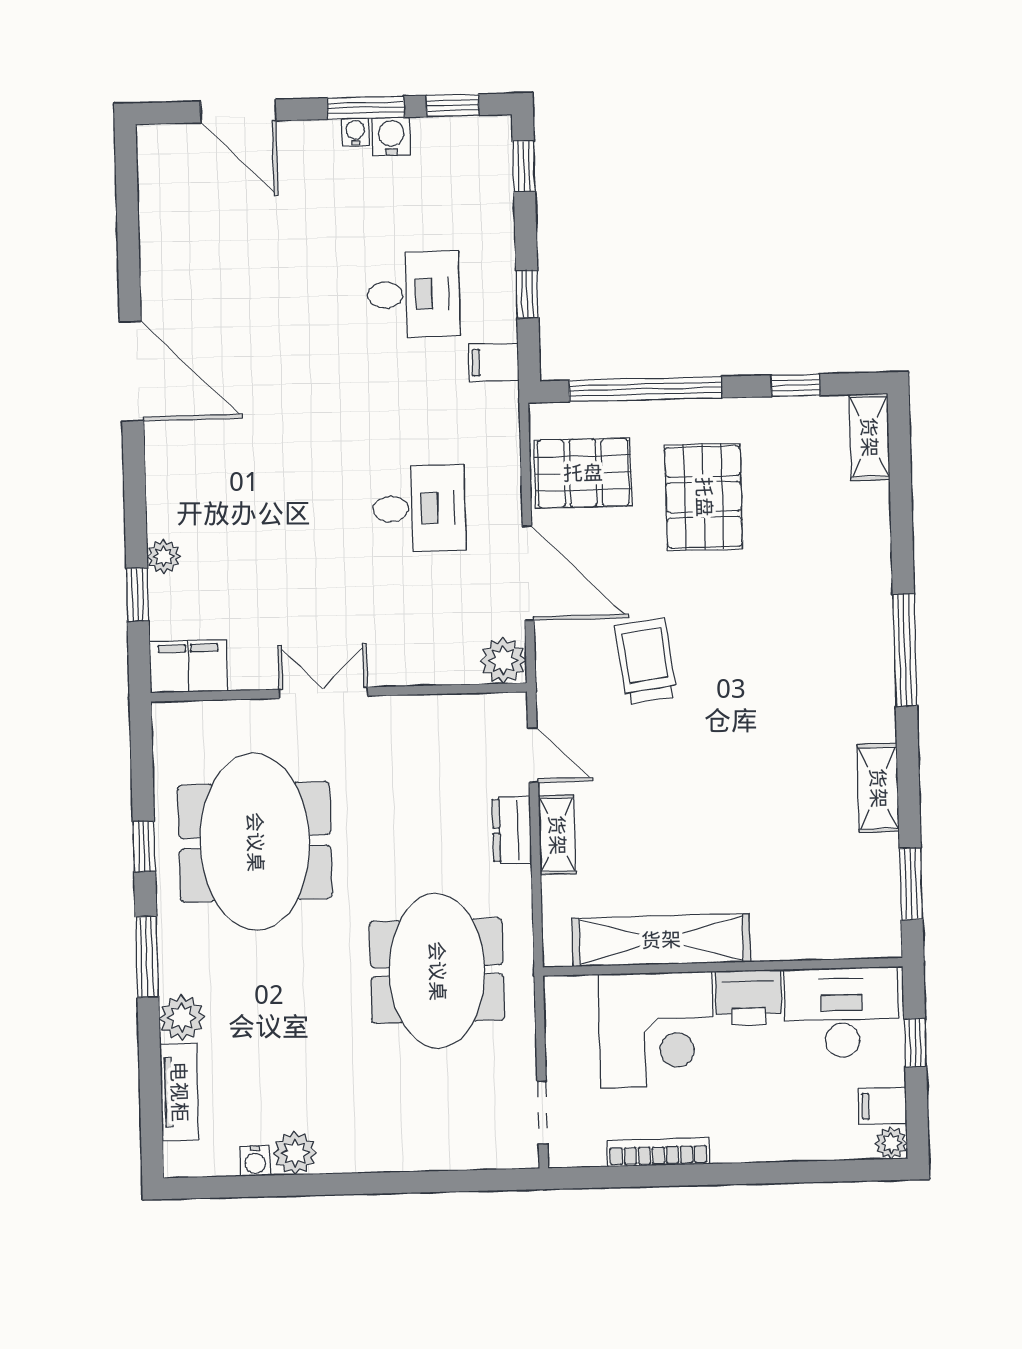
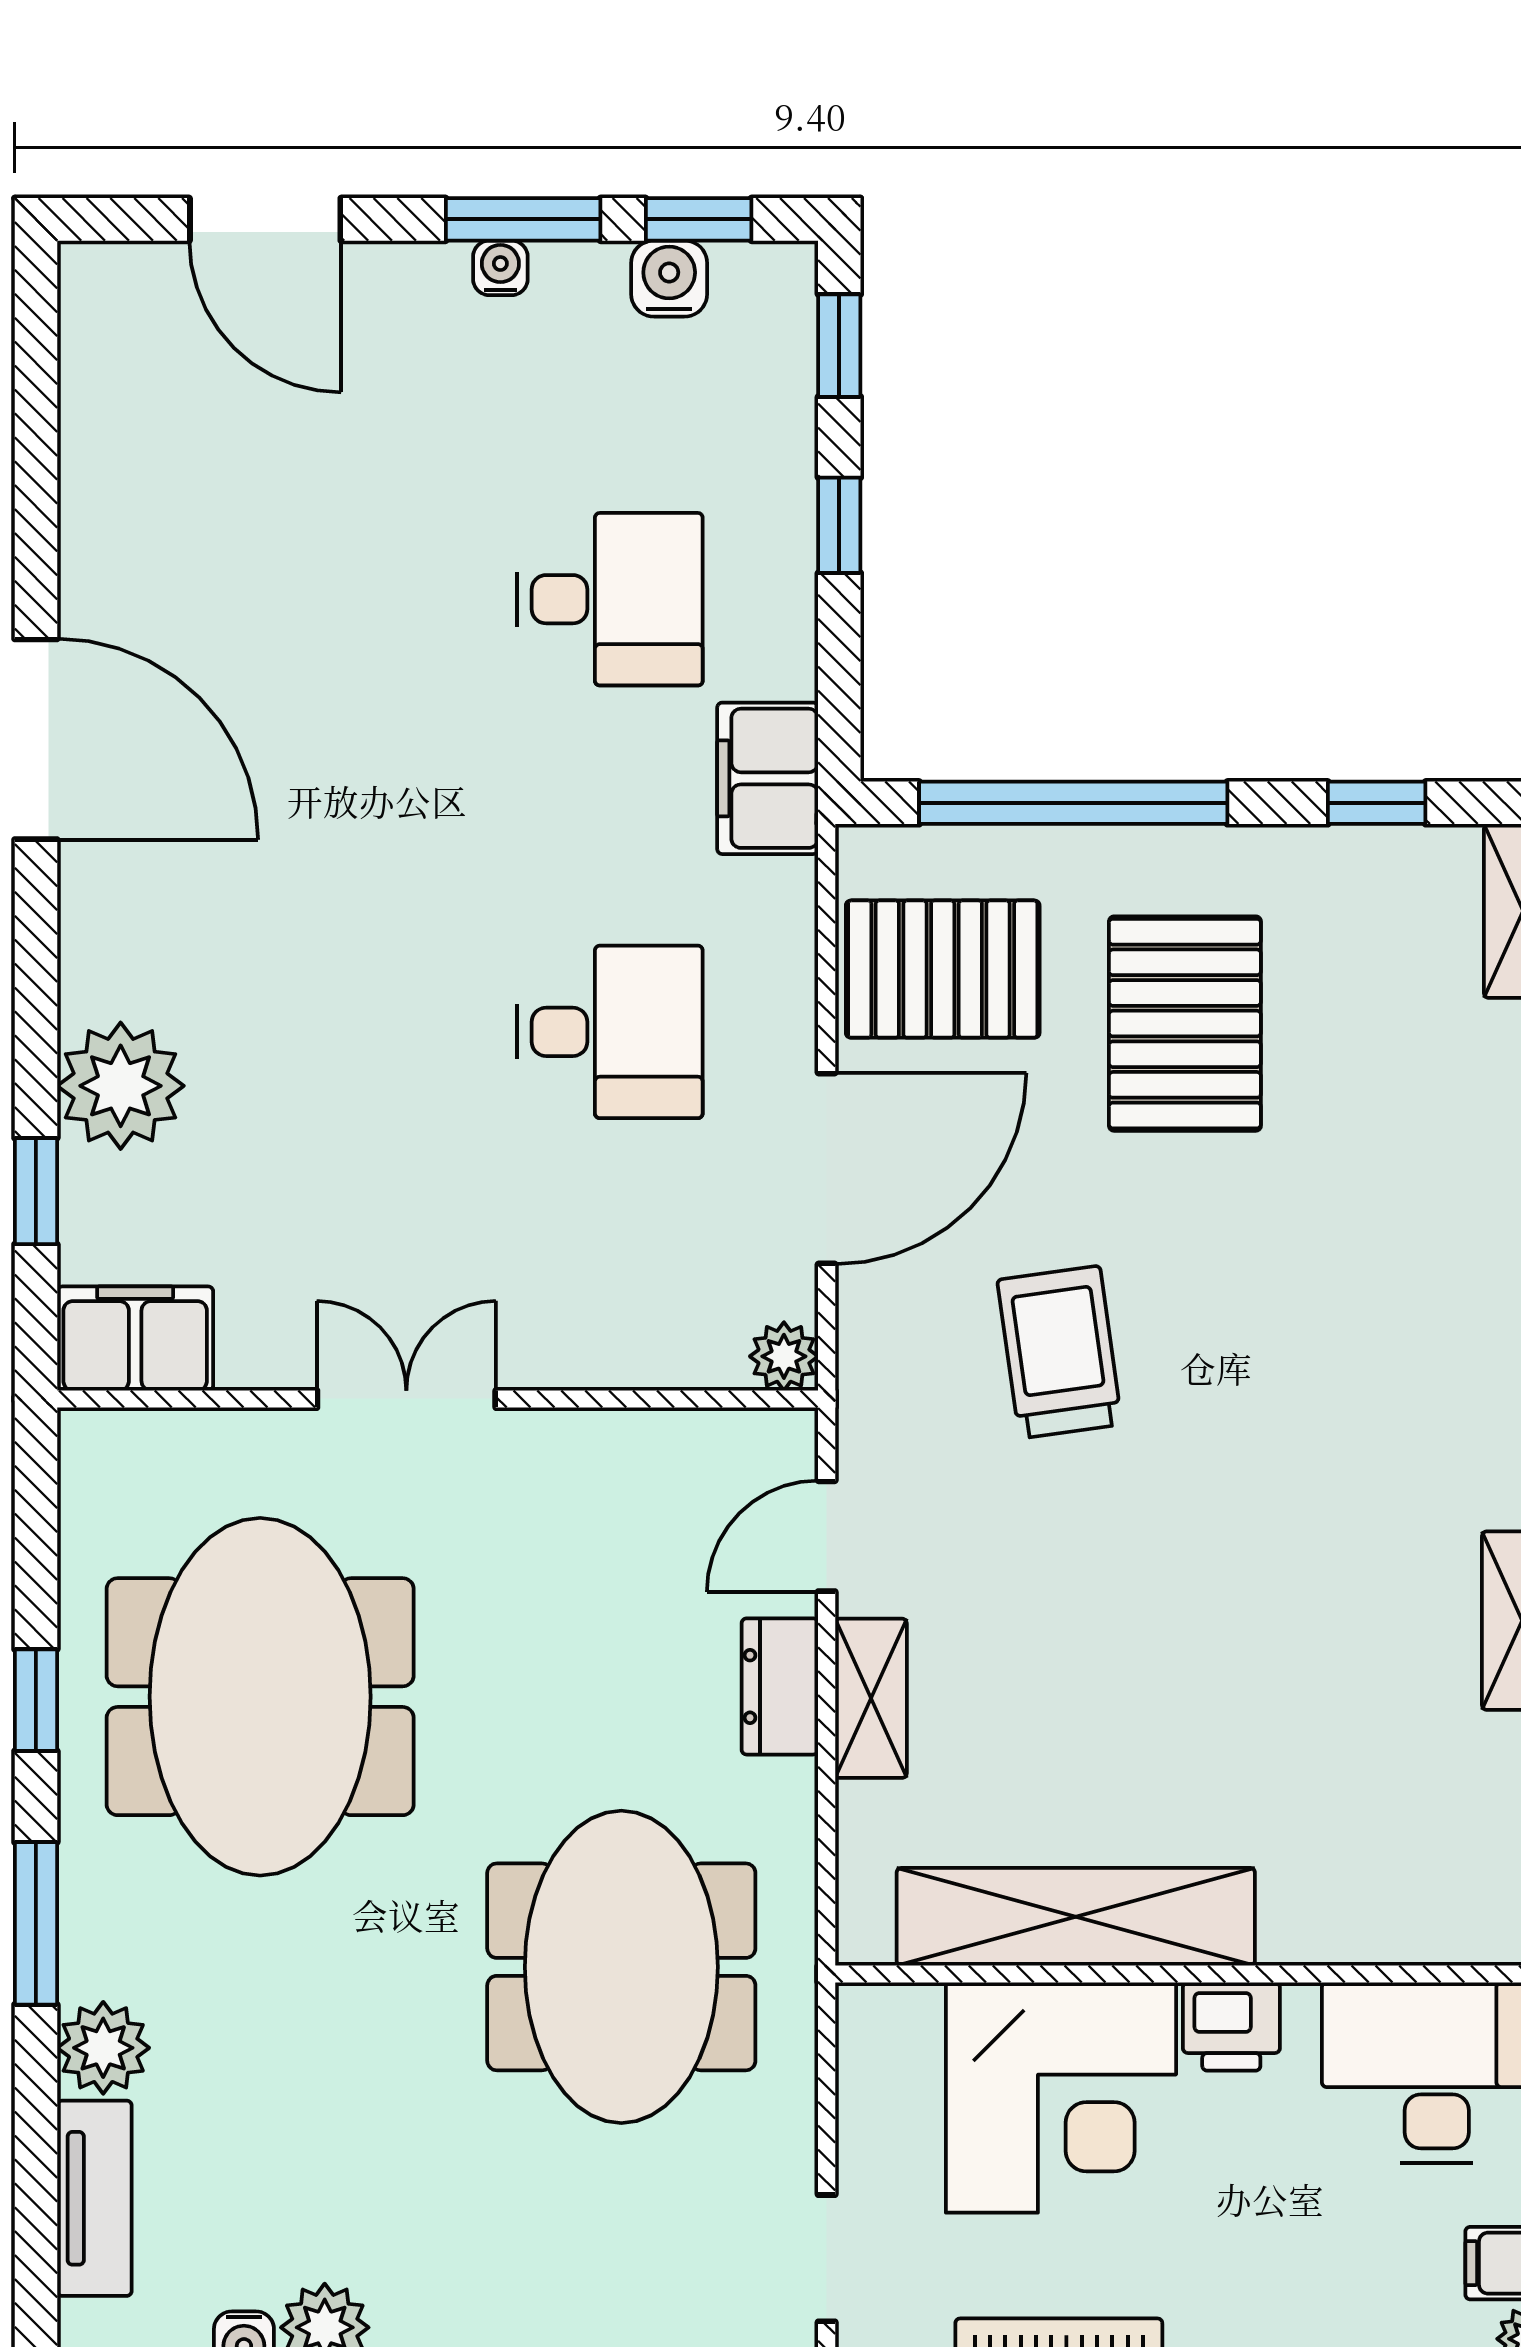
water cooler: (391, 136) -> (669, 279), moved
window: (527, 294) -> (839, 525), moved
filing cabinet: (494, 362) -> (768, 778), width x2.00
plant: (164, 556) -> (121, 1086), width x1.88, depth x1.88
door: (528, 573) -> (827, 1169), hinge flipped
plant: (503, 661) -> (784, 1356), width x0.73, depth x0.73
door: (533, 755) -> (827, 1536), swing flipped
printer: (748, 997) -> (1231, 2027), width x0.73, depth x0.81

